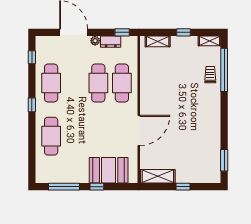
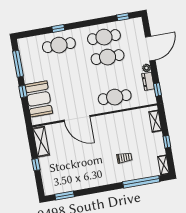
trolley: (210, 75) -> (124, 158), moved
cafe table: (98, 83) -> (108, 57), moved
window: (32, 105) -> (58, 28), moved

